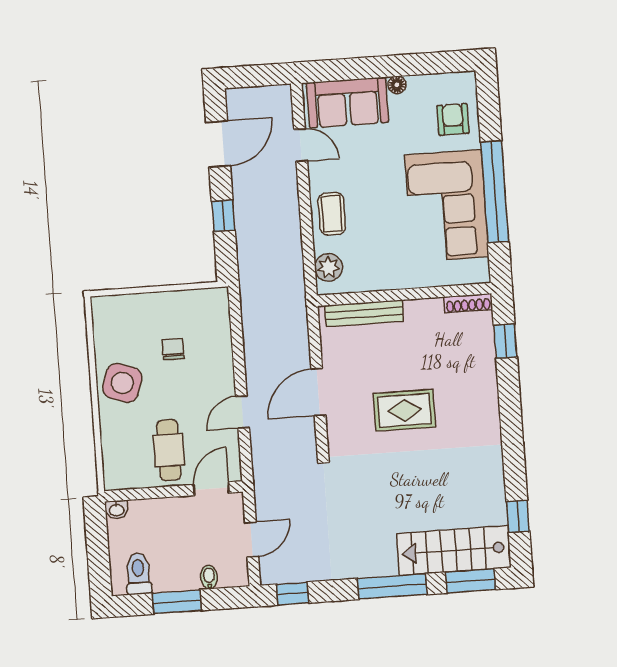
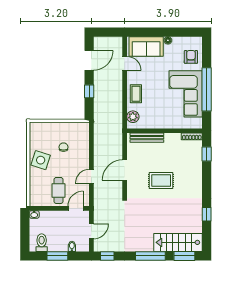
window: (518, 516) -> (207, 214), moved

